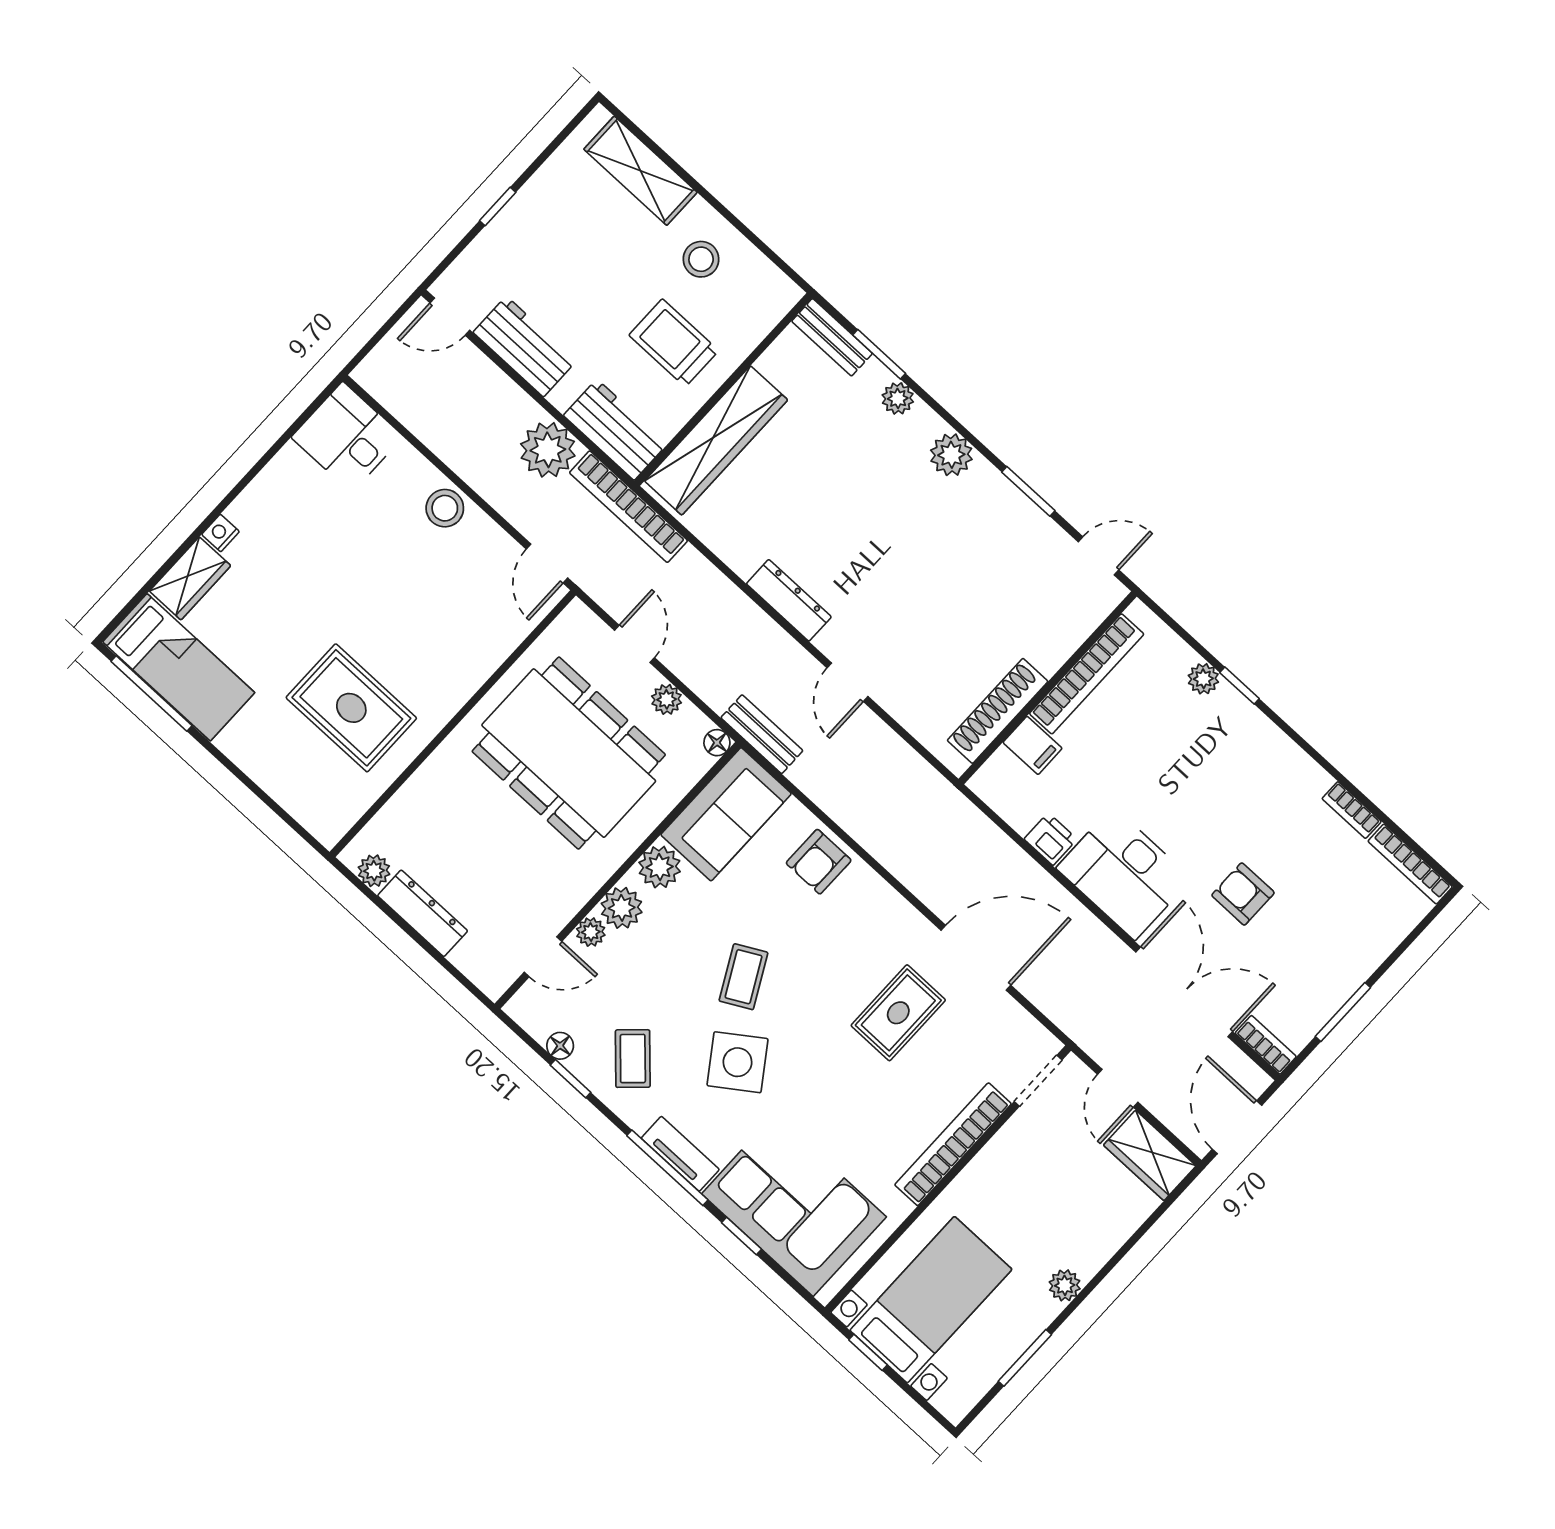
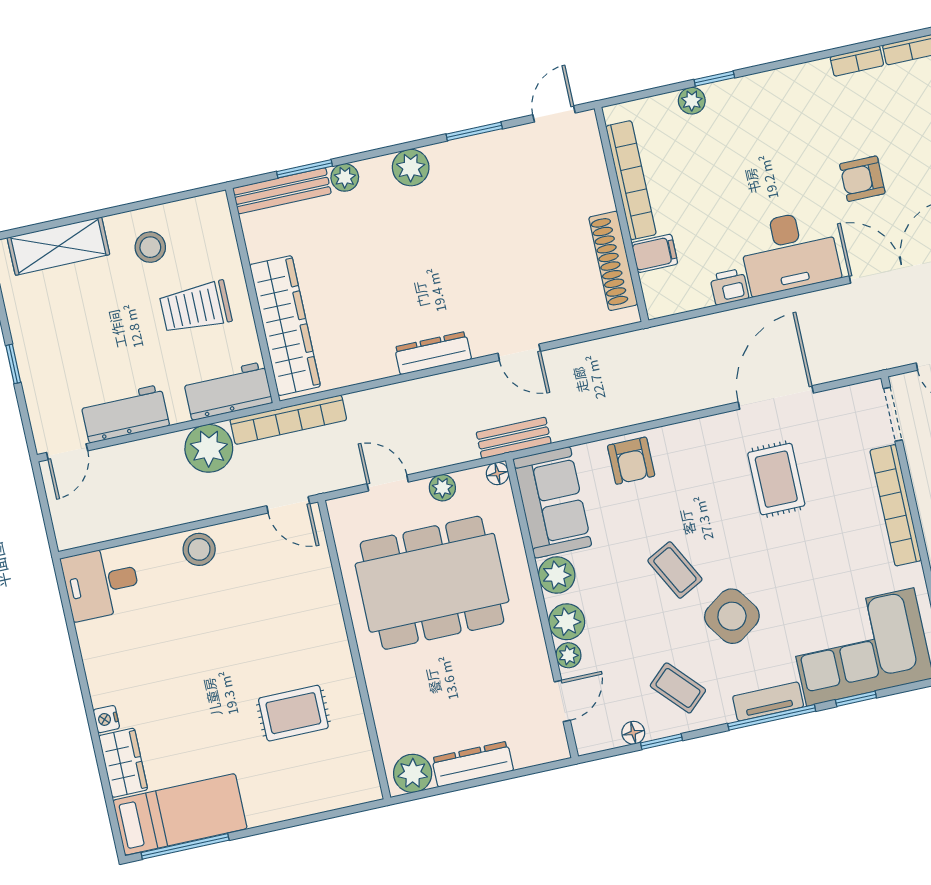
bench: (832, 337) -> (282, 191), width x1.36
rug: (351, 708) -> (293, 713), width x0.73, depth x0.70
plant: (374, 871) -> (413, 773), width x1.38, depth x1.38

